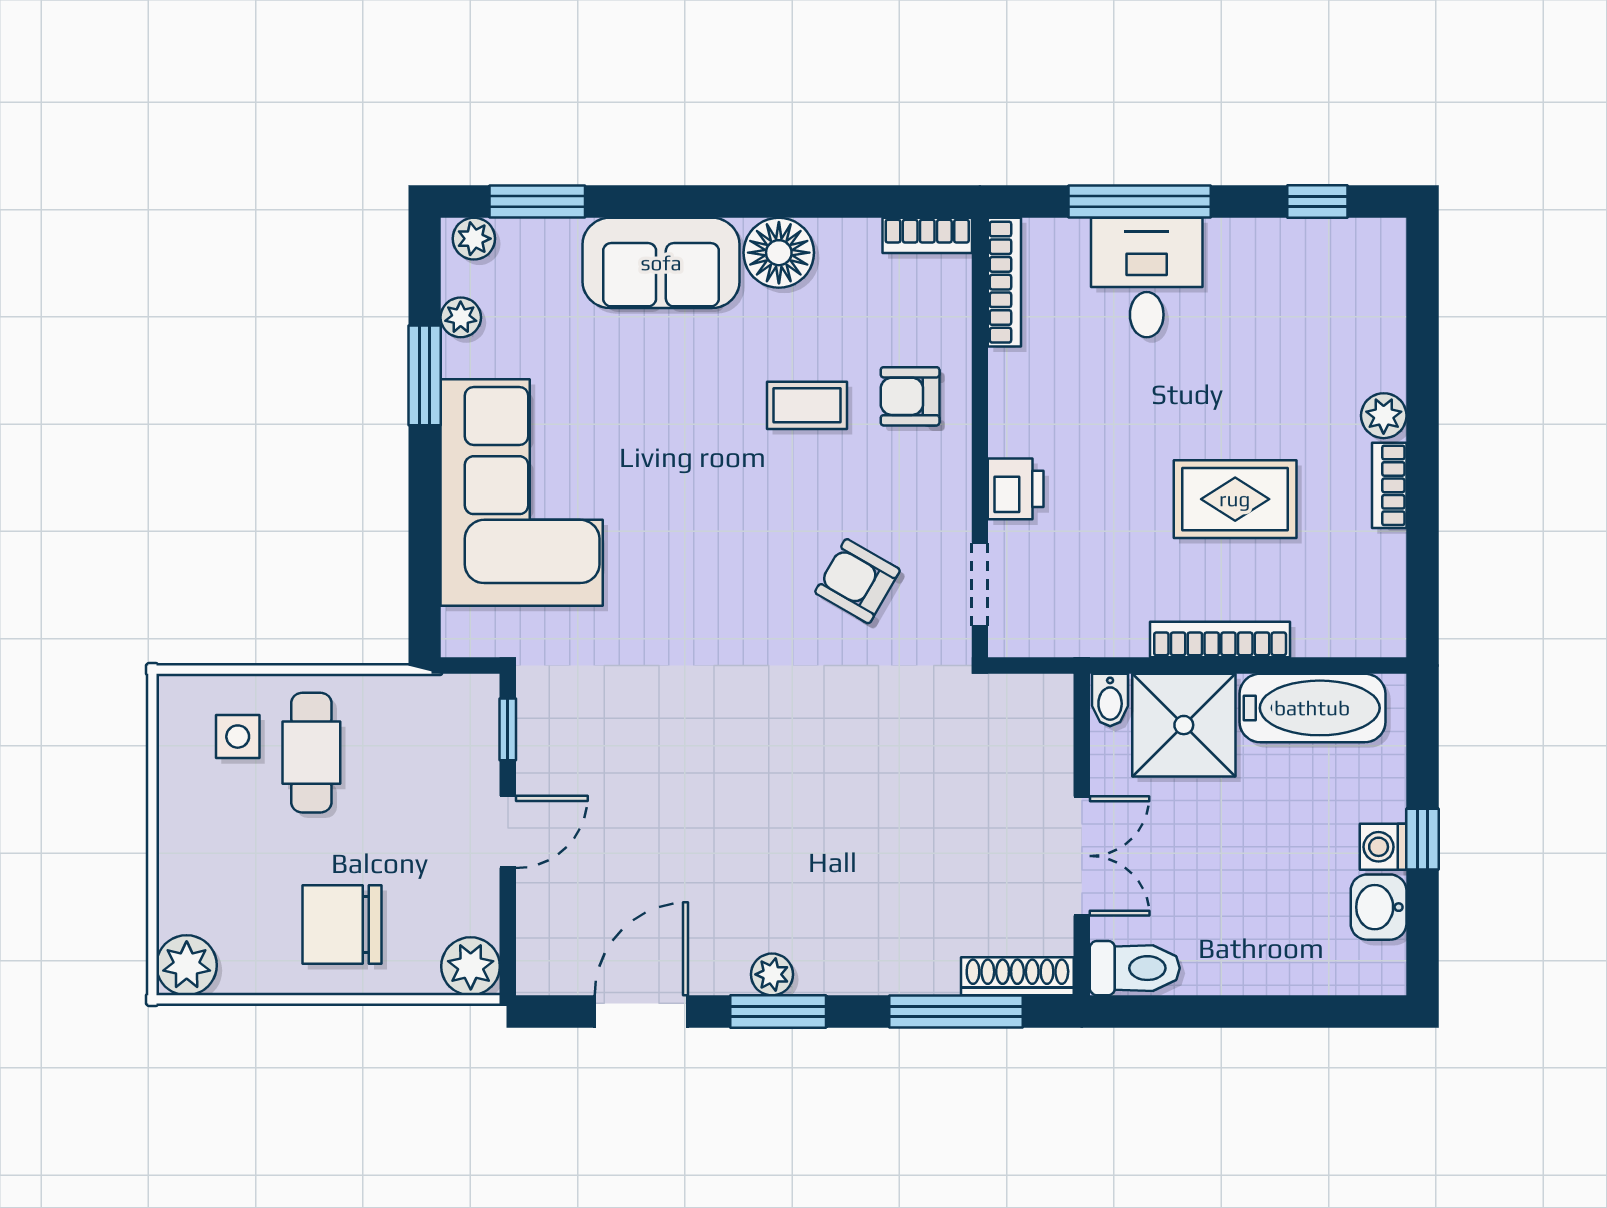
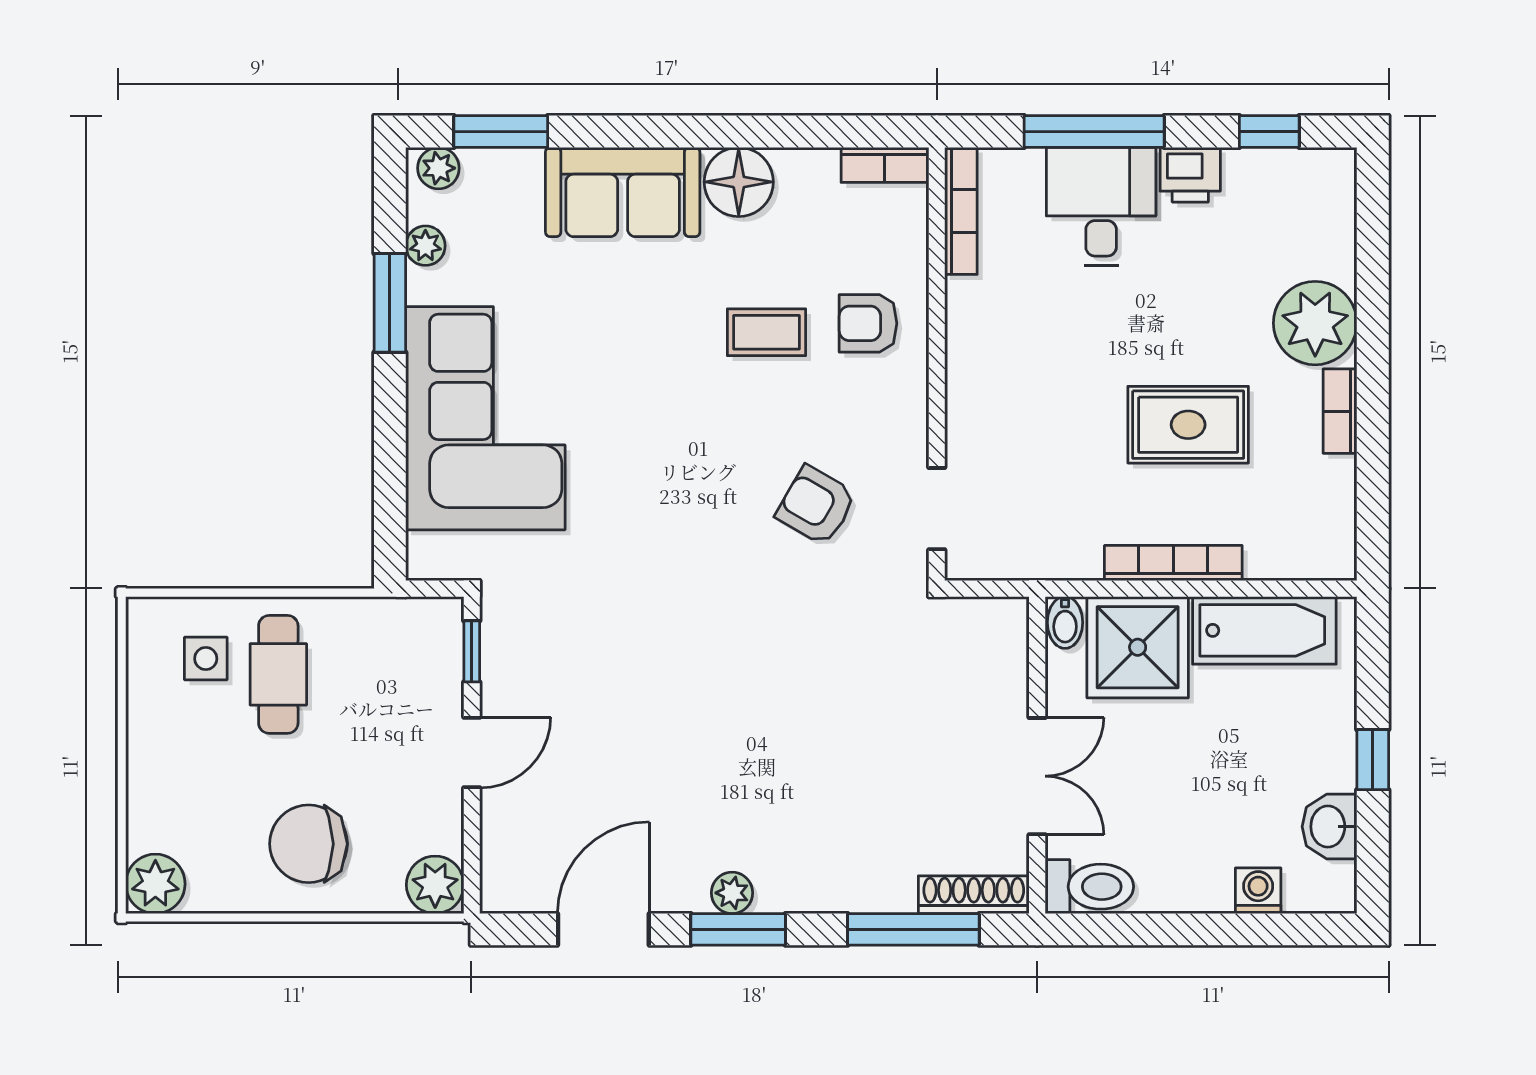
plant: (1384, 416) -> (1315, 323), width x1.88, depth x1.88
printer: (1016, 489) -> (1190, 175), moved, turned 90
washing machine: (1383, 847) -> (1258, 891), moved, turned 90

